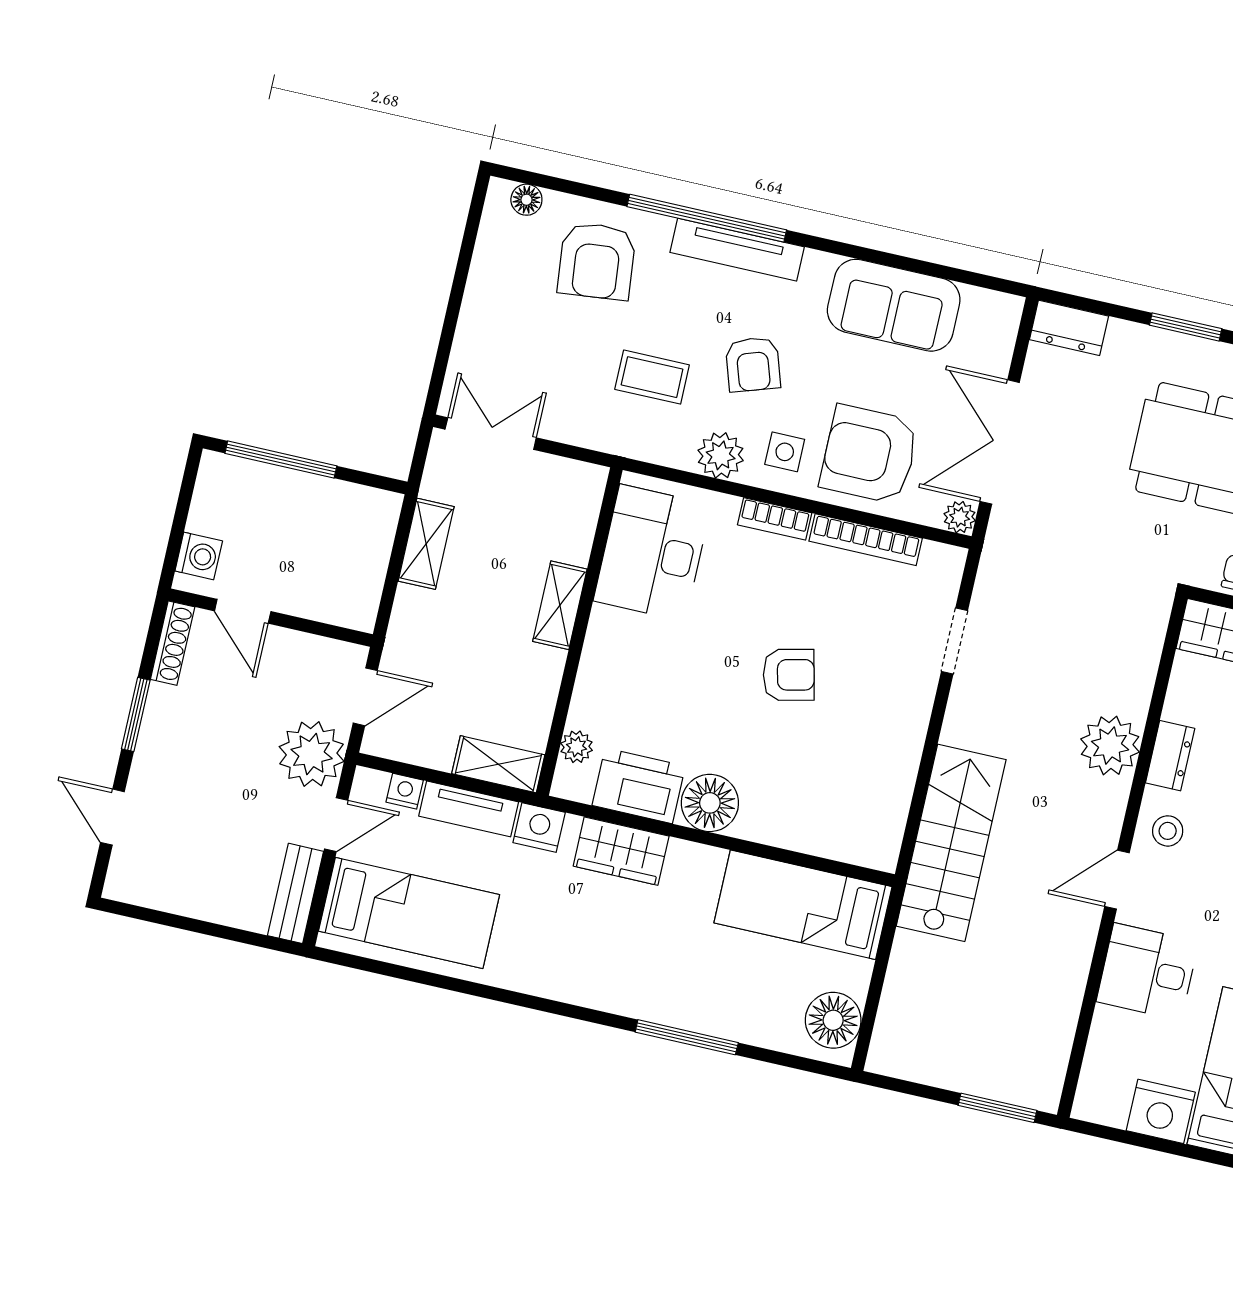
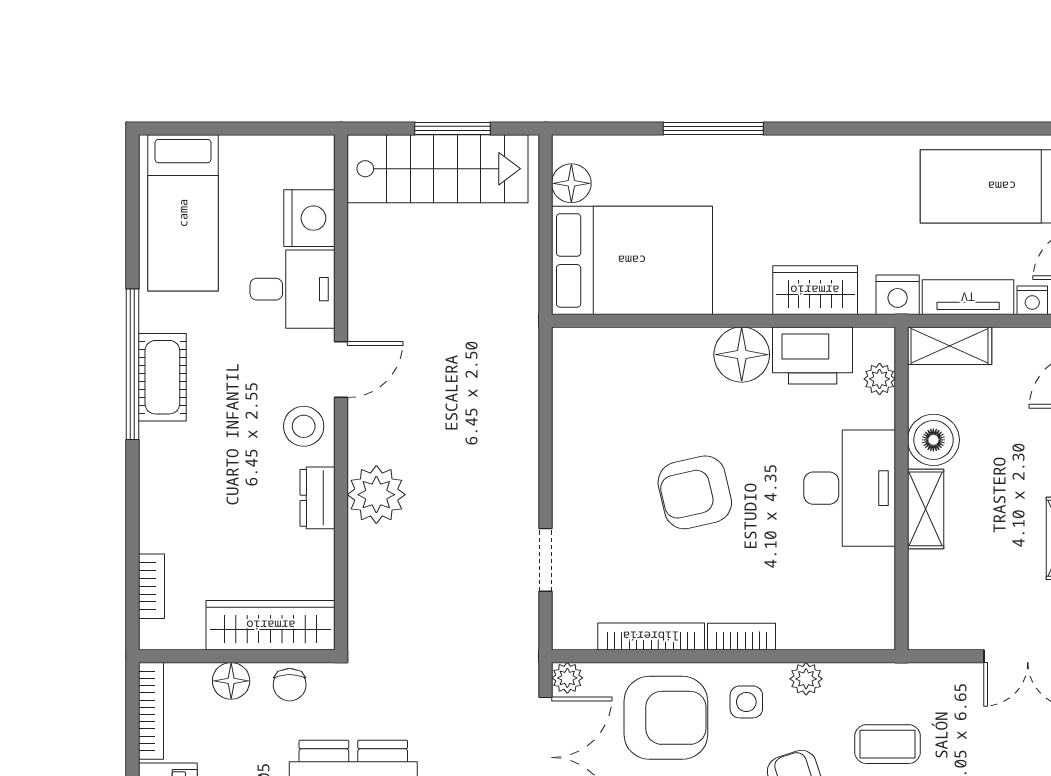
plant: (721, 455) -> (806, 679), width x0.73, depth x0.73
desk: (652, 553) -> (850, 488), moved
boiler: (536, 673) -> (933, 440), added
armchair: (789, 675) -> (695, 492), width x1.38, depth x1.38
stool: (1168, 831) -> (304, 426), width x1.37, depth x1.37
stairs: (951, 843) -> (437, 169), moved, turned -90
bed: (803, 905) -> (632, 260), width x1.50
floor lamp: (833, 1020) -> (571, 183), width x0.73, depth x0.73
window: (997, 1108) -> (452, 128), moved
nightstand: (1161, 1111) -> (309, 218), moved, turned 90

